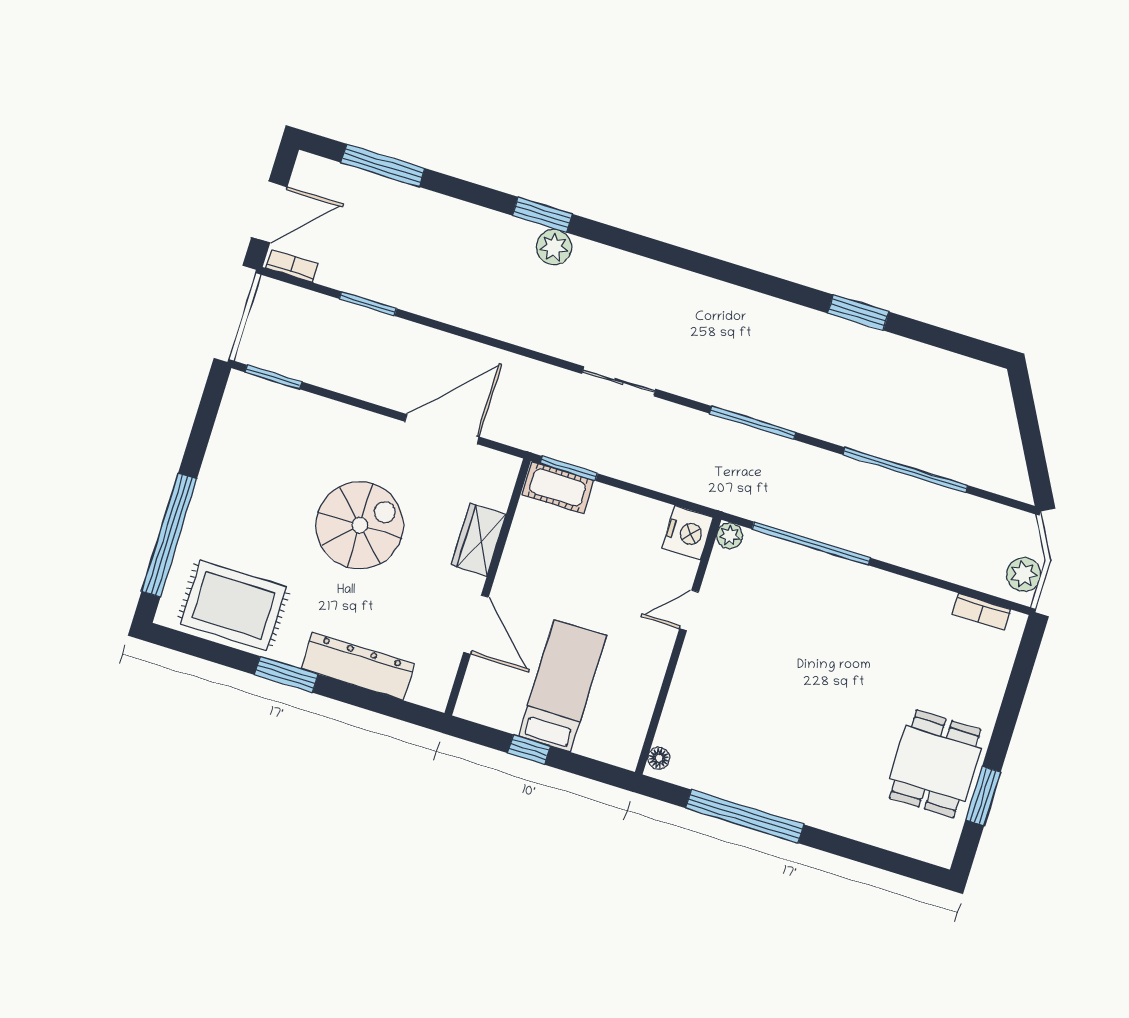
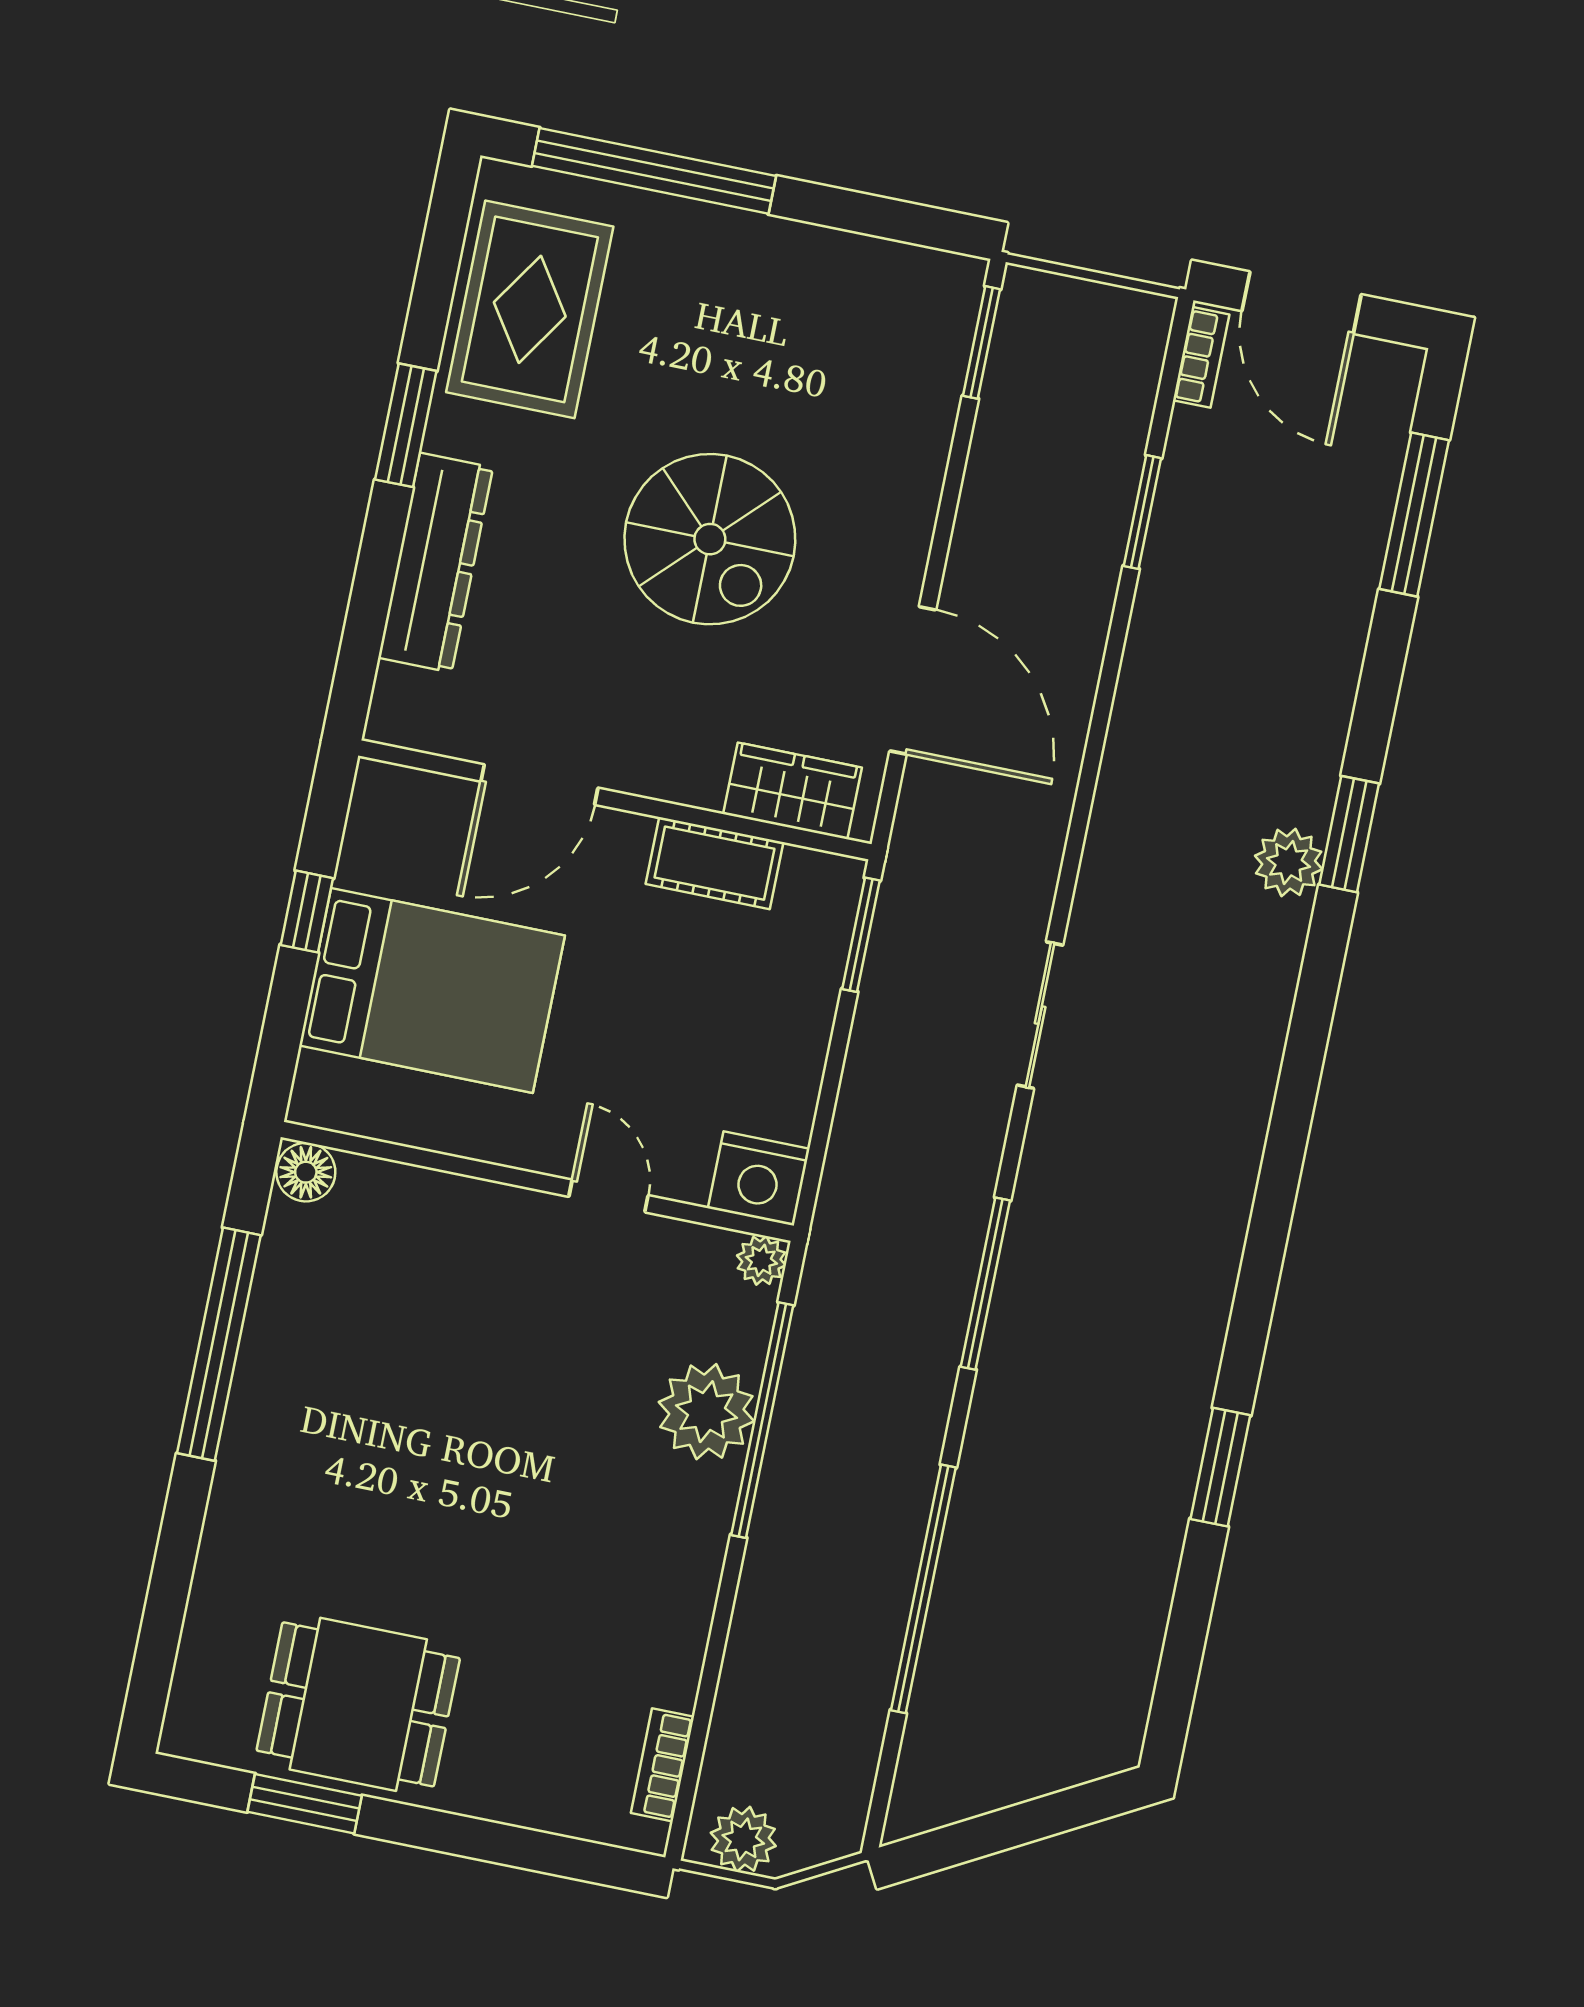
cot: (558, 488) -> (714, 863), moved, turned 90
wardrobe: (479, 540) -> (793, 791), moved
plant: (804, 571) -> (706, 1412), added
bed: (562, 686) -> (432, 990), width x1.50
floor lamp: (659, 758) -> (306, 1172), width x1.37, depth x1.37

